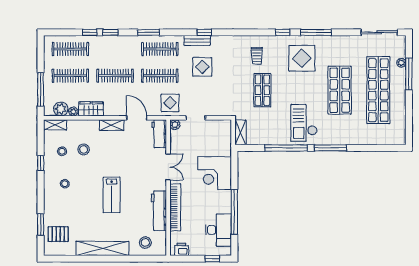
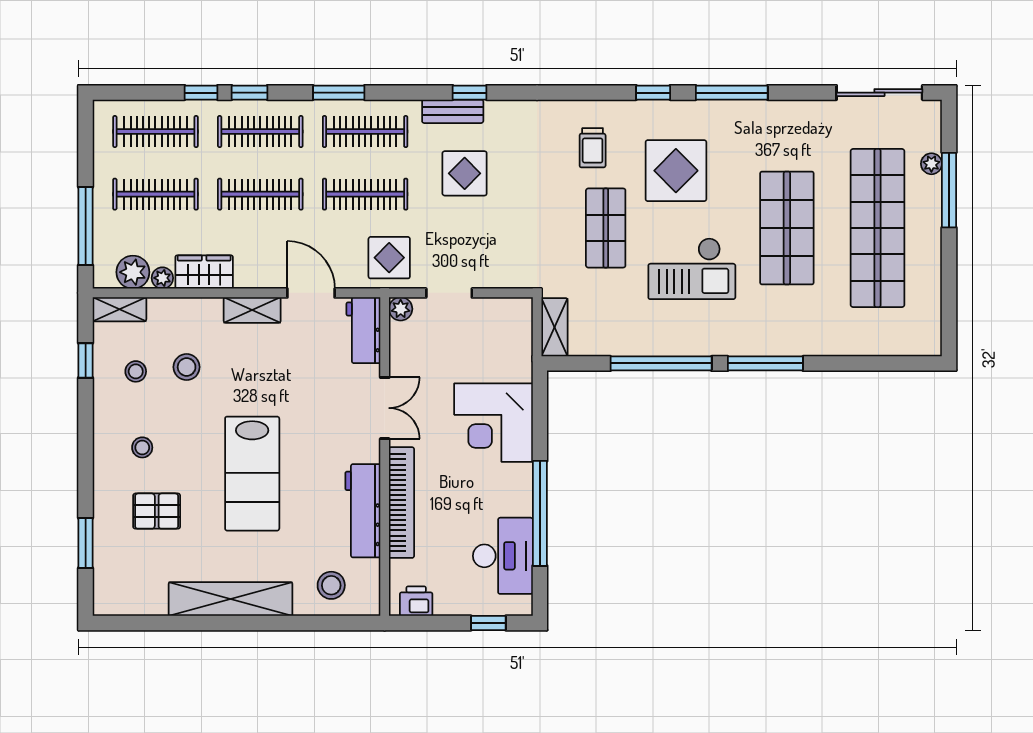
clothes rail: (115, 49) -> (260, 132), added
display table: (302, 58) -> (676, 171), moved
checkout: (304, 123) -> (692, 269), moved, turned -90
window: (41, 163) -> (86, 360), moved
lab bench: (112, 195) -> (252, 474), width x1.36, depth x1.39
pallet: (58, 234) -> (157, 511), moved

